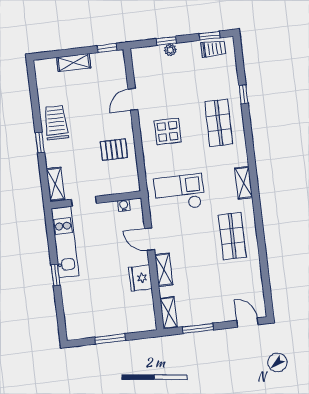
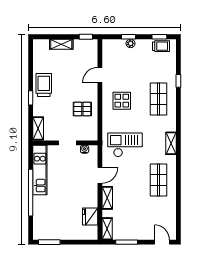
doorway: (84, 201) -> (67, 143), moved
door: (150, 239) -> (100, 175), swing flipped
window: (56, 275) -> (31, 193), width x3.17
fridge: (140, 278) -> (90, 216), moved
window: (110, 339) -> (49, 242), moved

